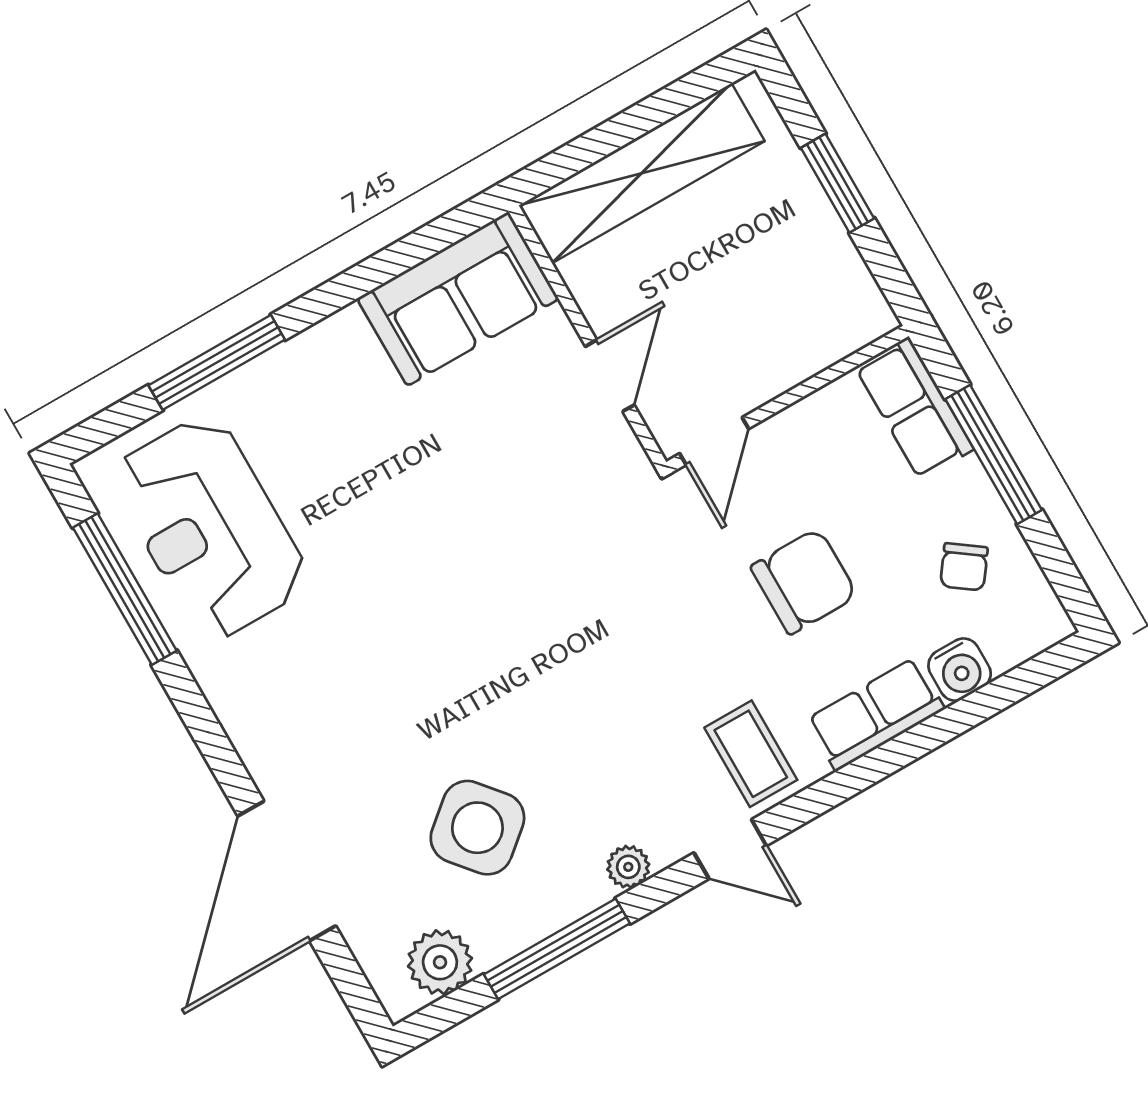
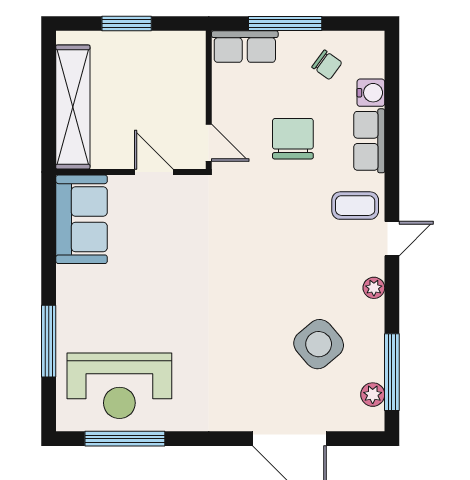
window: (557, 949) -> (392, 372), moved
plant: (440, 962) -> (373, 395), width x0.73, depth x0.73

